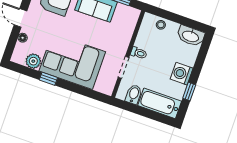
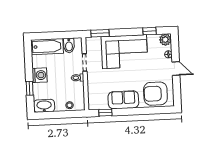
plant: (33, 61) -> (165, 40), moved
window: (48, 79) -> (149, 31), moved
window: (189, 92) -> (30, 88), moved
window: (92, 94) -> (100, 33), added

